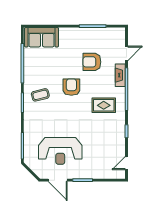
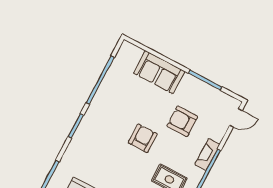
sofa: (41, 37) -> (159, 72), moved
door: (126, 53) -> (236, 118), moved
coffee table: (40, 95) -> (102, 128), removed

